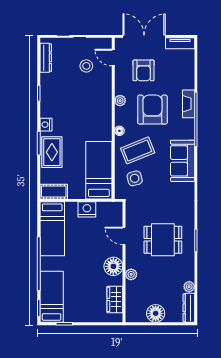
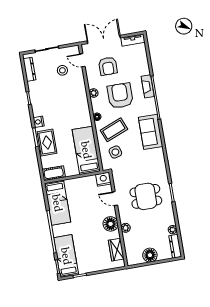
nightstand: (87, 209) -> (103, 179), moved

